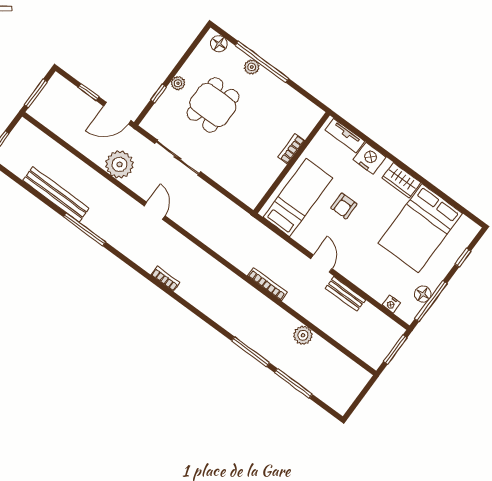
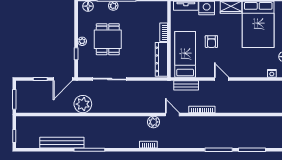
dresser: (263, 181) -> (161, 59), added
door: (155, 211) -> (172, 114), moved
bench: (345, 294) -> (186, 85), moved
plant: (303, 335) -> (153, 122), moved

